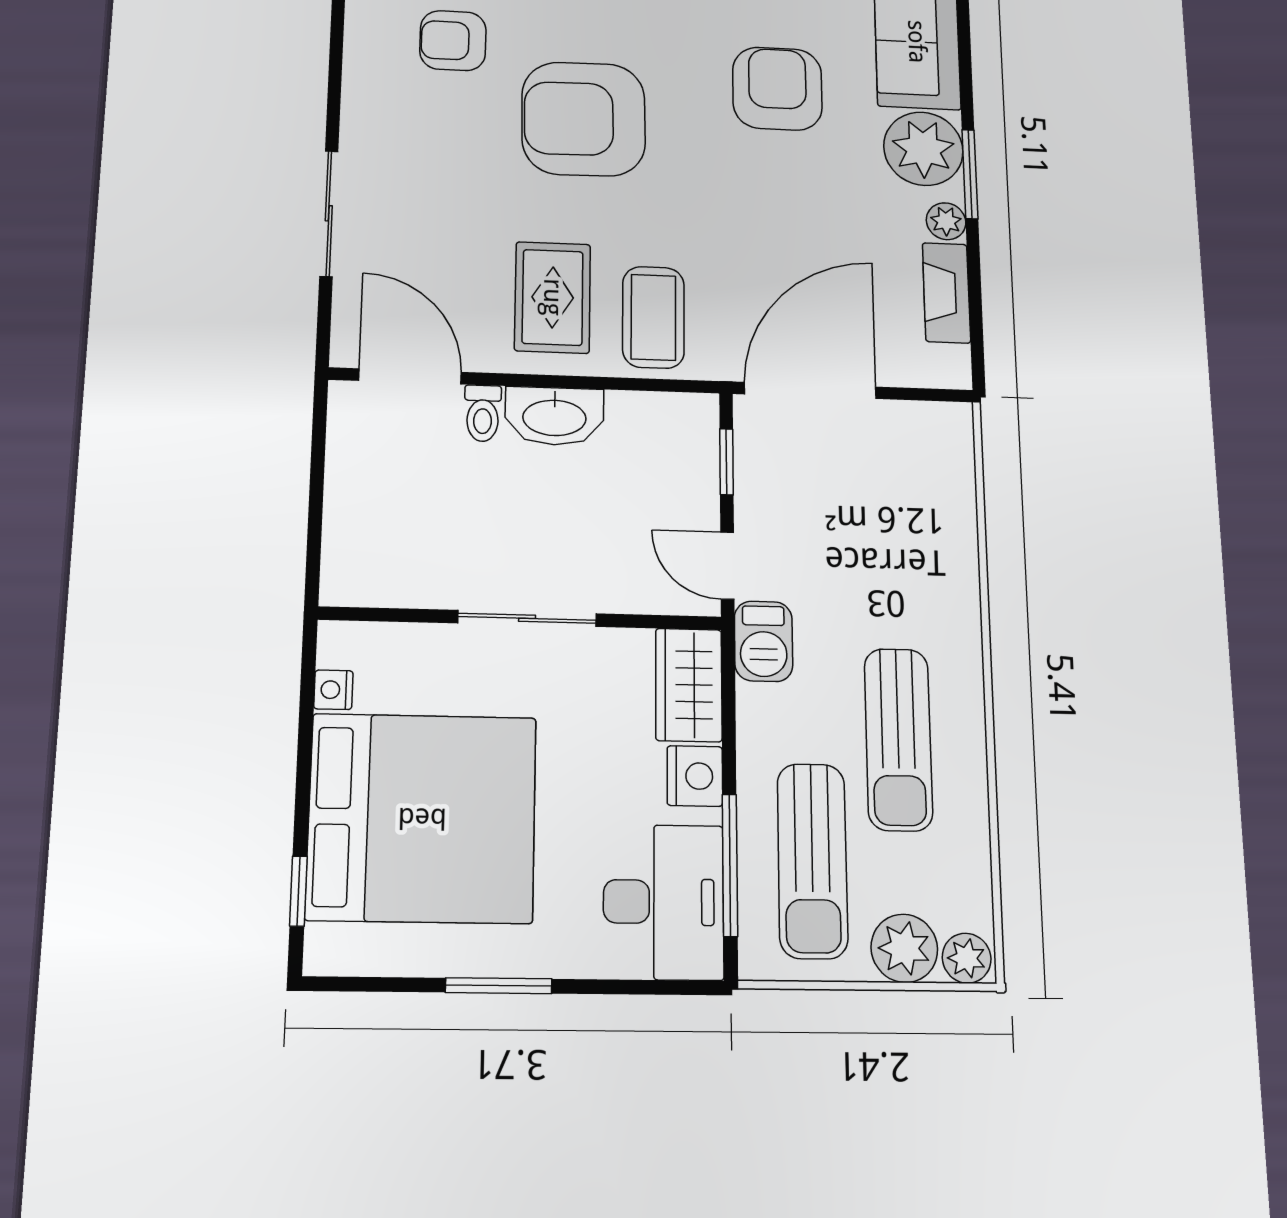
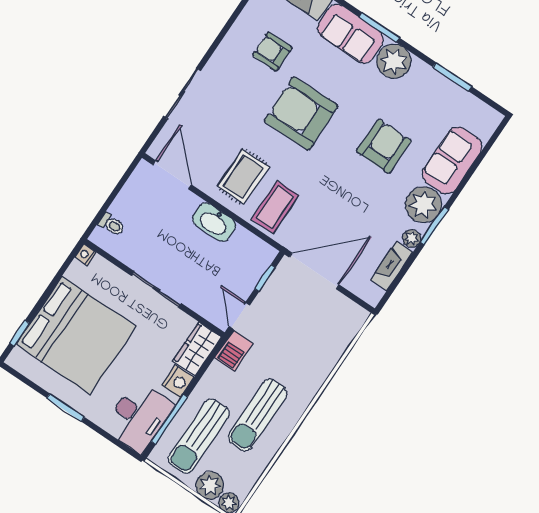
toilet: (483, 413) -> (112, 225), moved, turned -90
nightstand: (333, 690) -> (85, 255), moved

